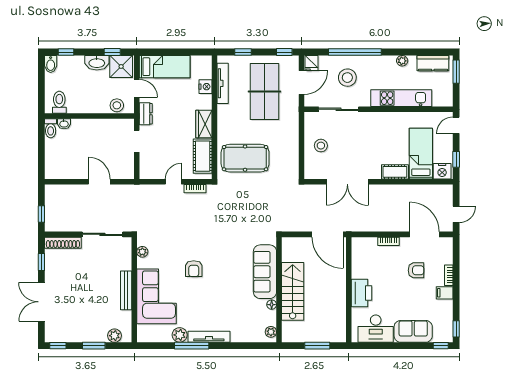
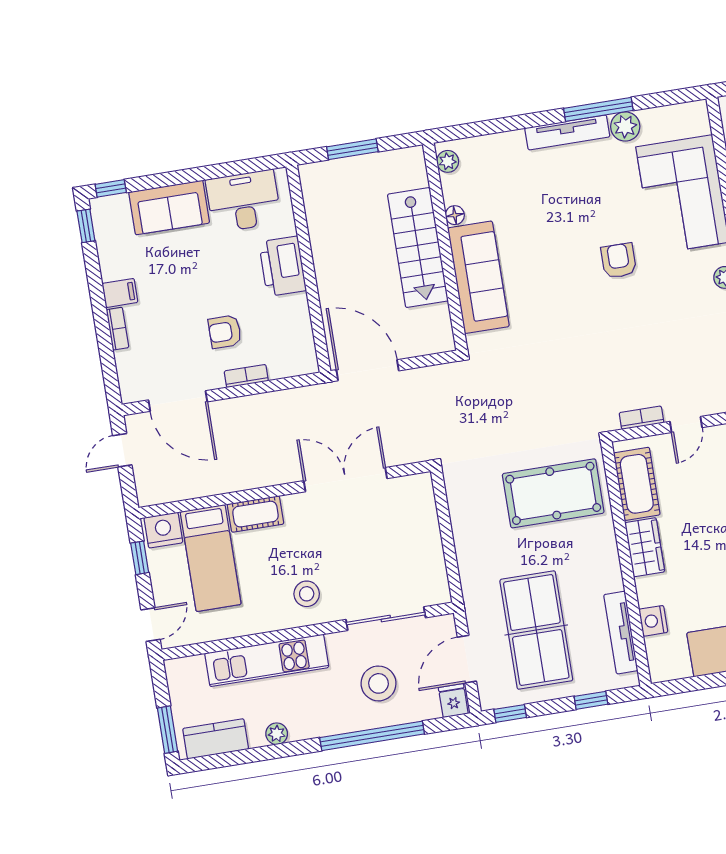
stool: (321, 146) -> (307, 594), moved
armchair: (416, 270) -> (225, 332), moved

